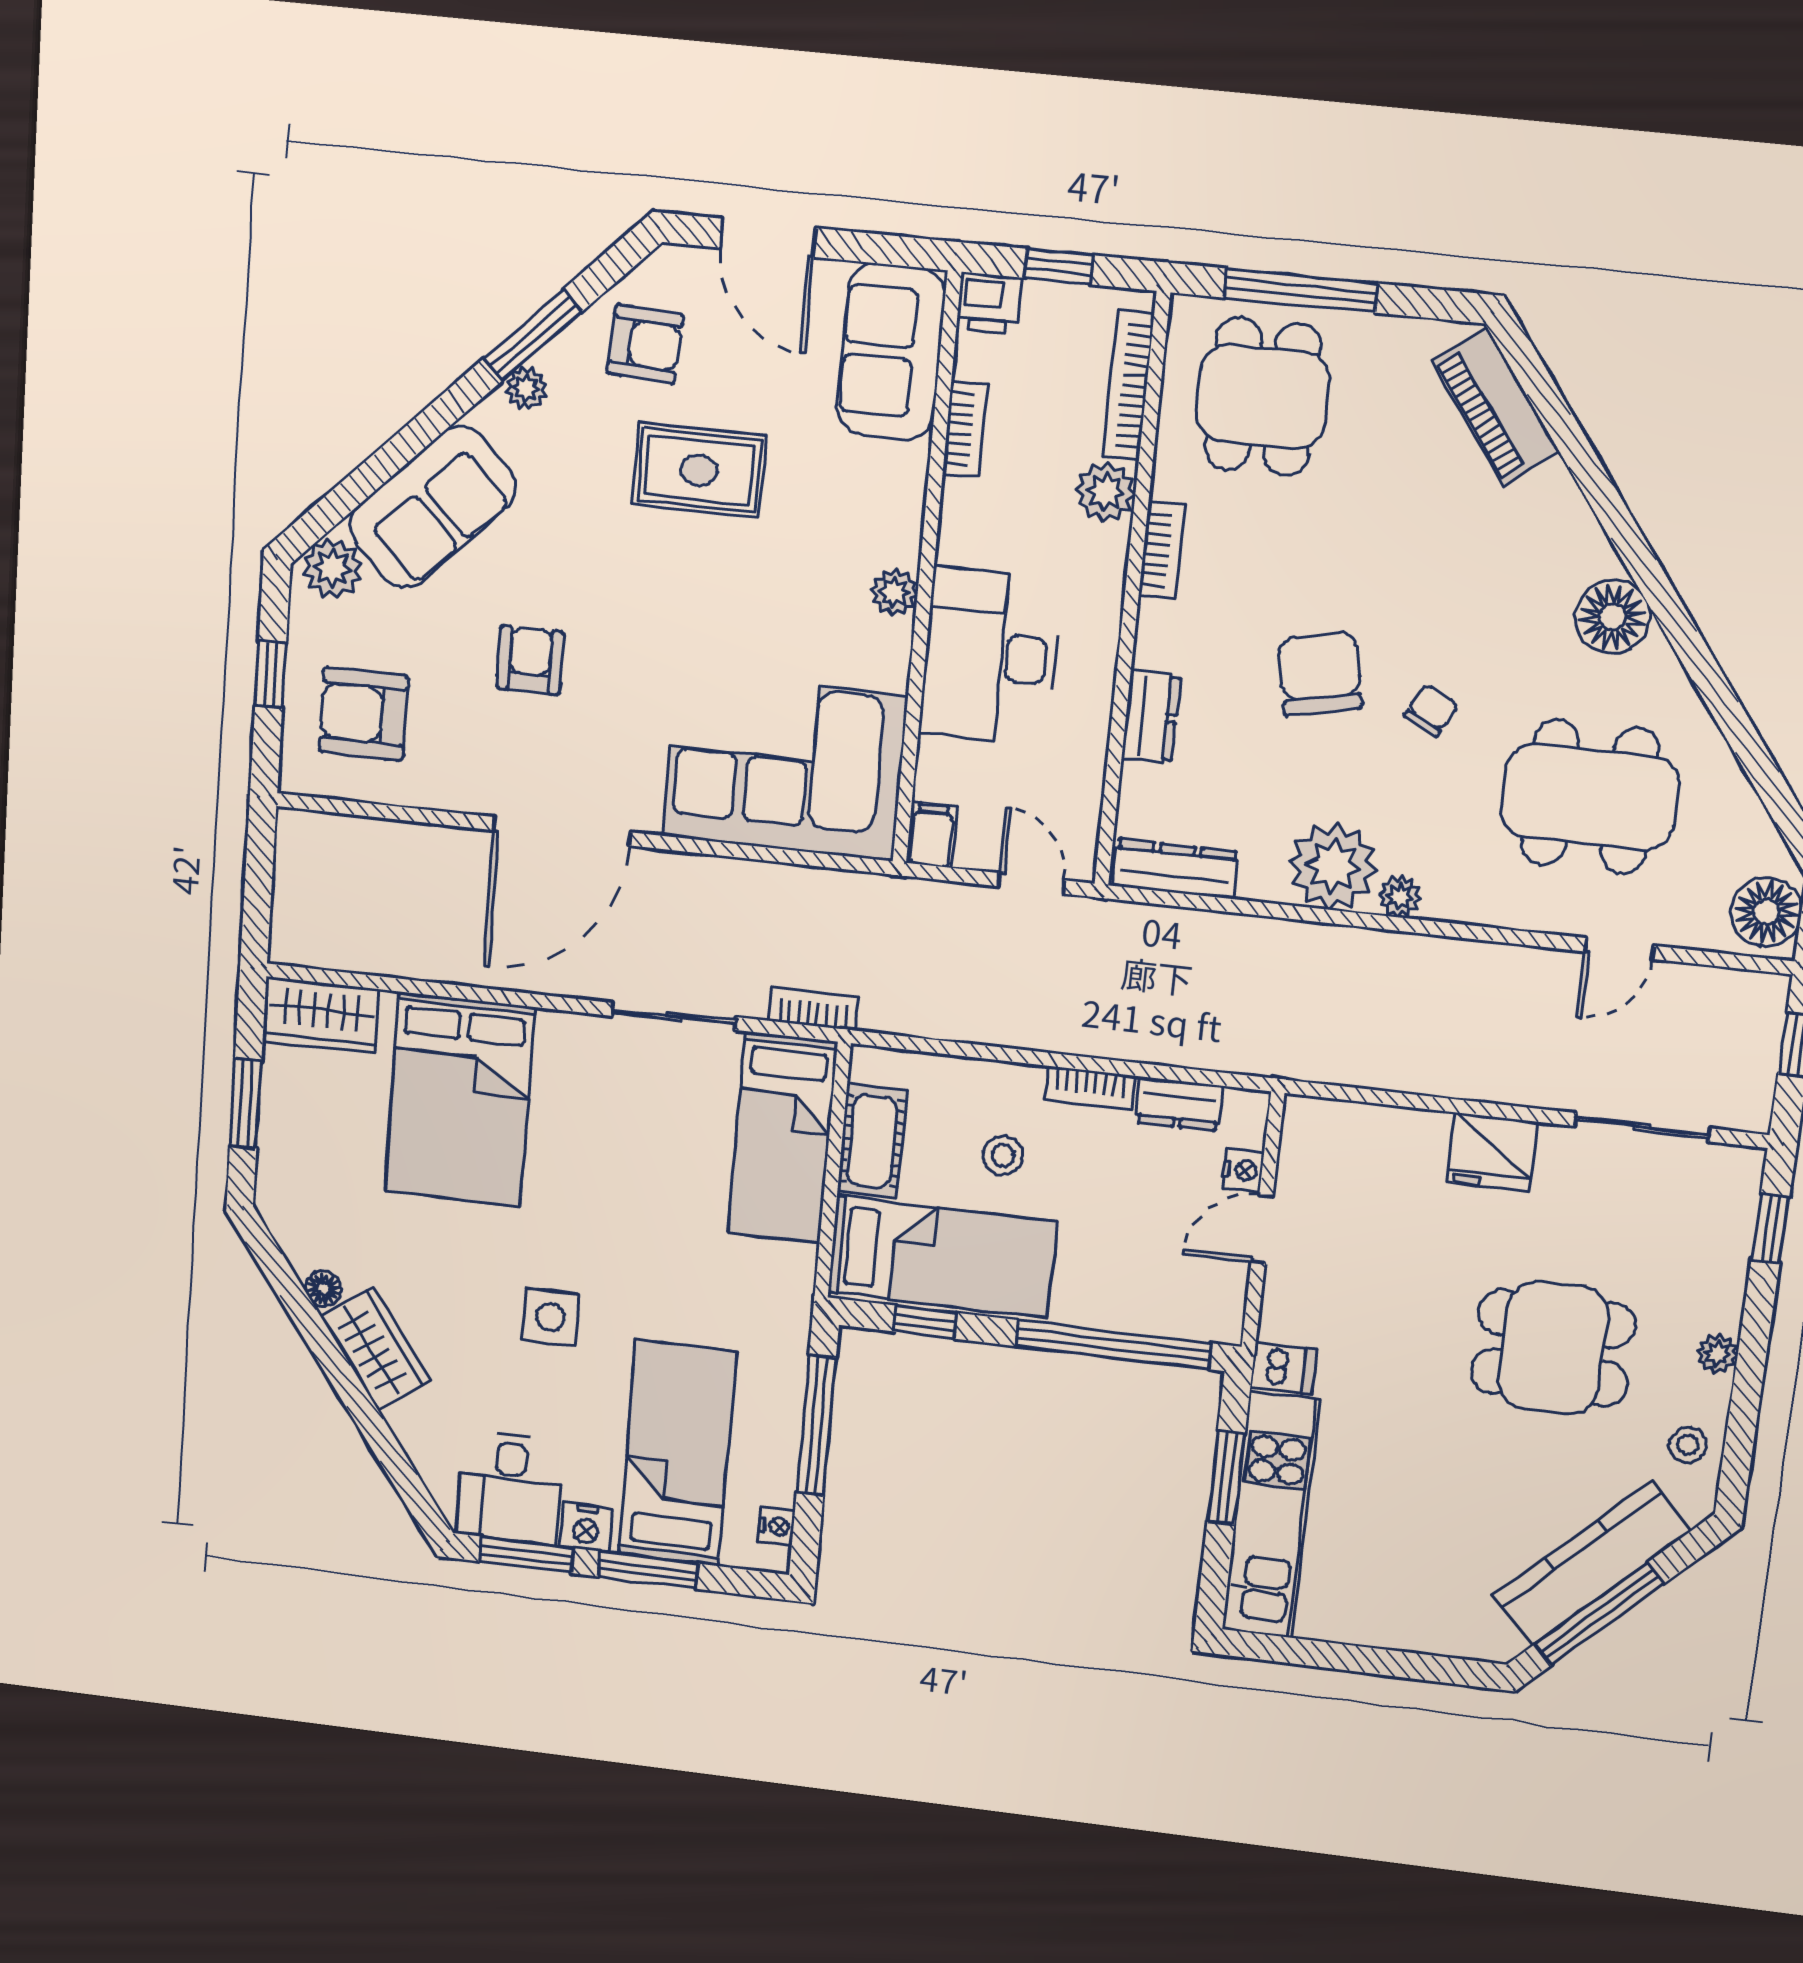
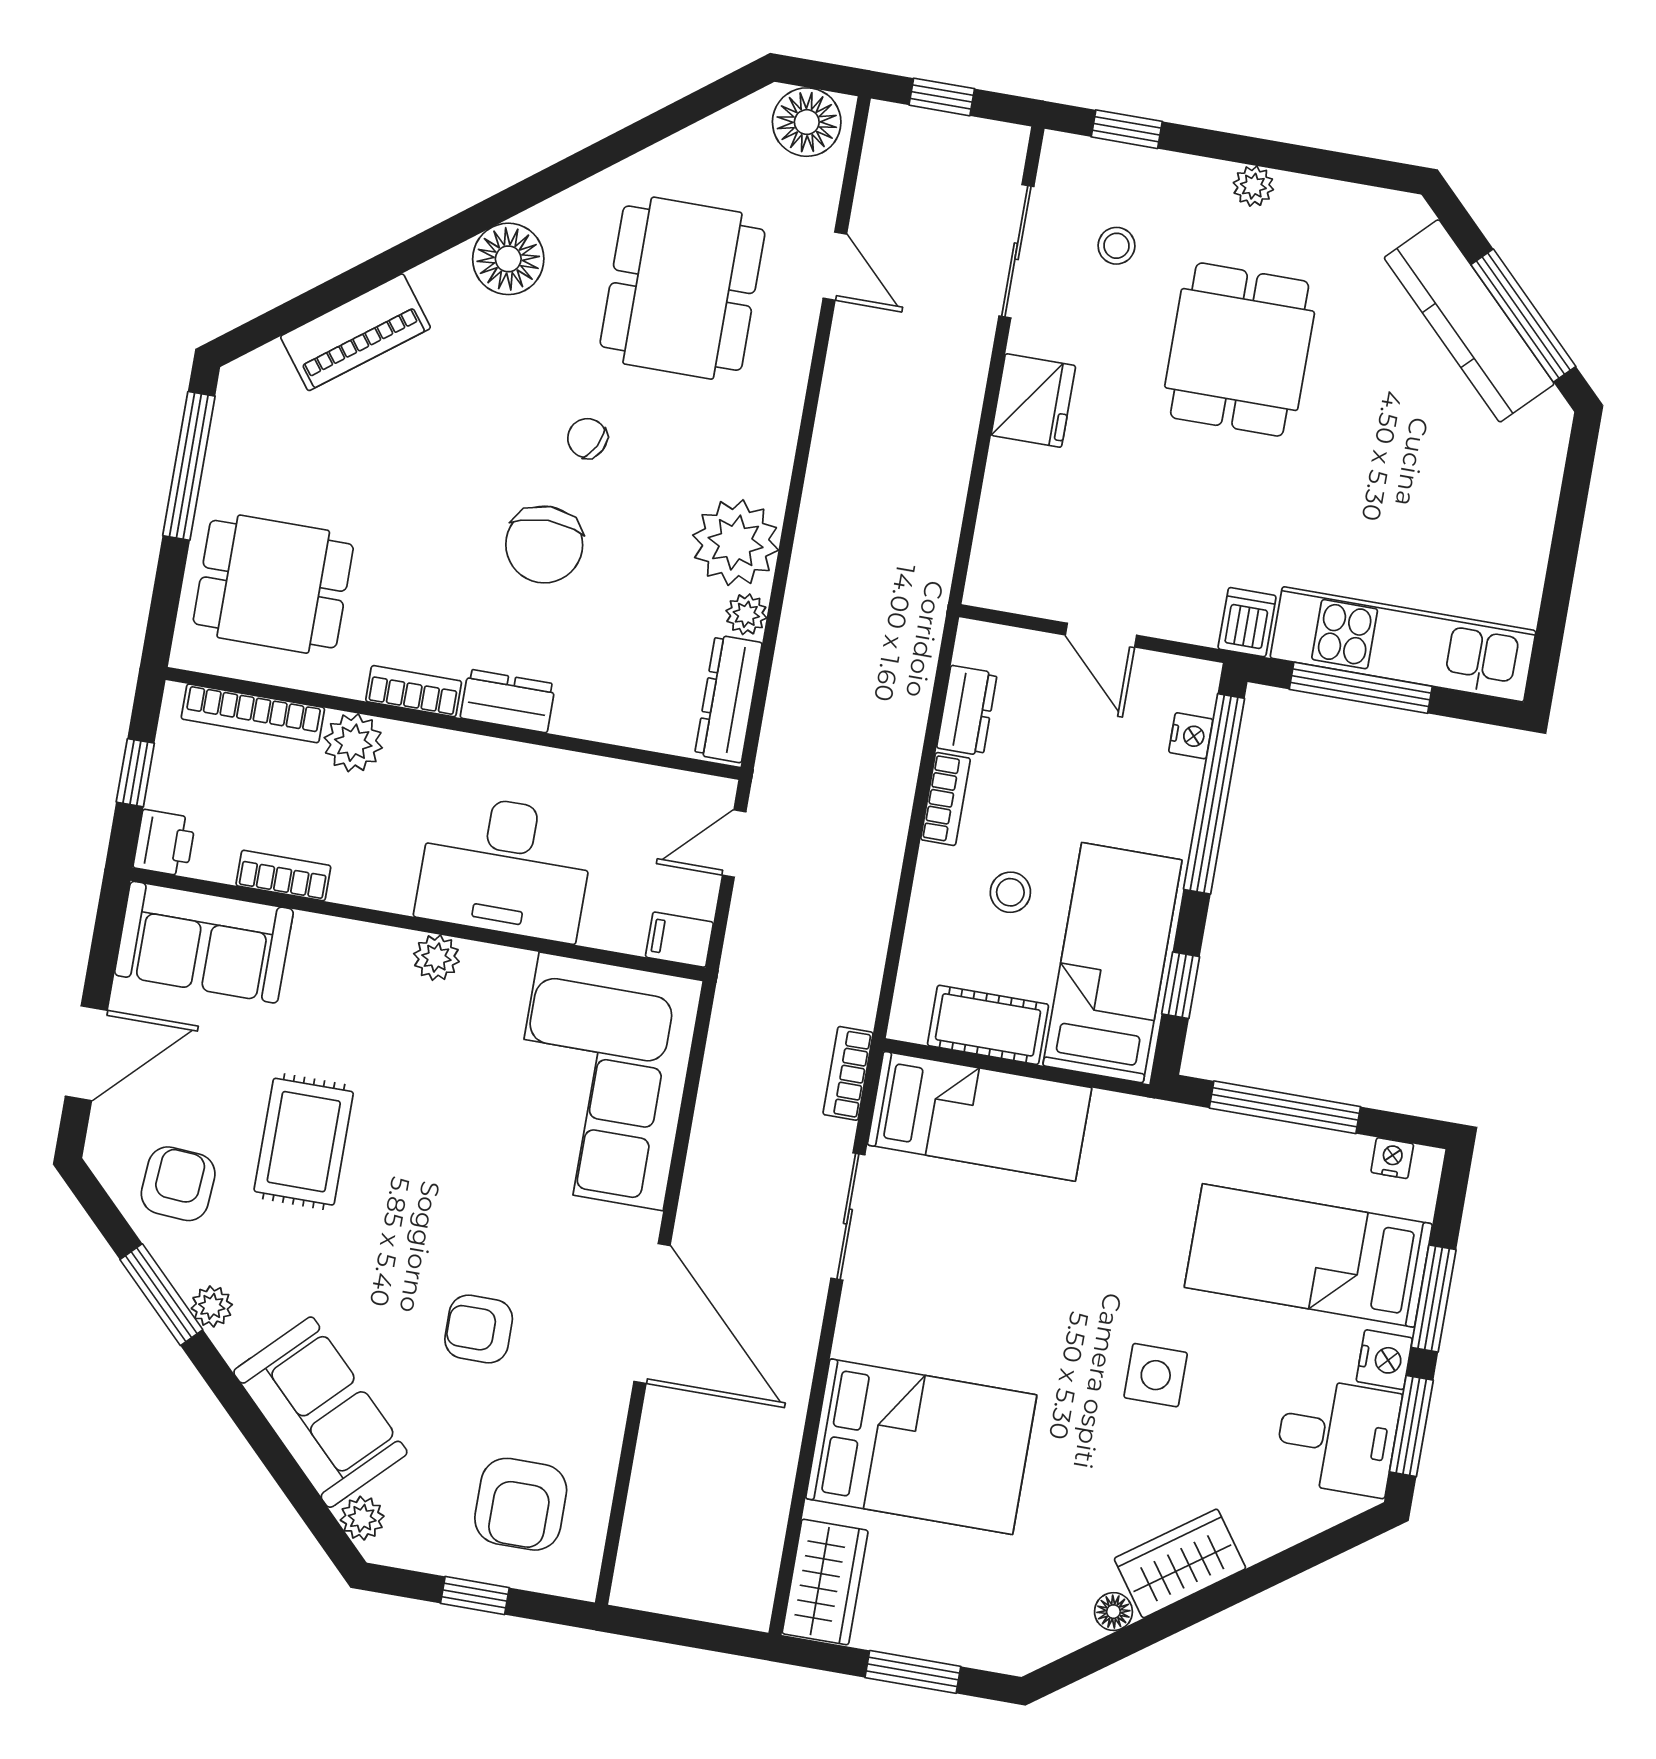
window: (1301, 291) -> (189, 466), moved
piano: (1496, 406) -> (355, 332), moved
plant: (333, 568) -> (362, 1518), width x0.73, depth x0.73
chair: (1320, 673) -> (544, 545), turned -78
dresser: (1151, 717) -> (508, 701), moved
plant: (1400, 897) -> (746, 614), moved
nightstand: (1243, 1170) -> (1191, 736), moved, turned 90
stool: (1688, 1445) -> (1116, 246), moved
window: (1226, 1478) -> (1361, 688), width x1.44

